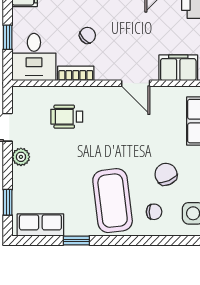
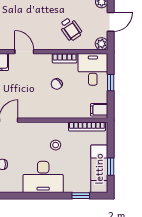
plant: (21, 95) -> (102, 44), added
wheelchair: (67, 117) -> (71, 29), turned 55

